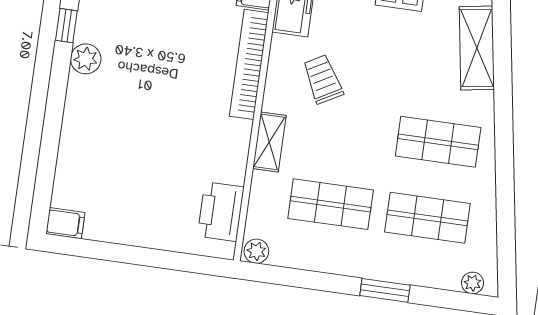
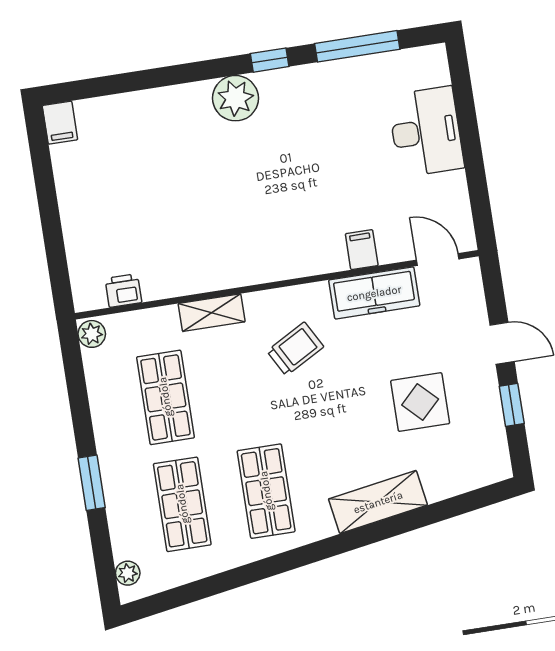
plant: (86, 59) -> (235, 98), width x1.36, depth x1.36
bookcase: (249, 64) -> (287, 266), removed
printer: (221, 212) -> (123, 290), width x0.53, depth x0.68

